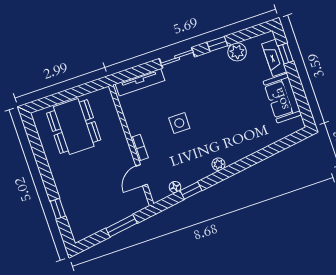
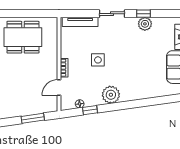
plant: (237, 52) -> (145, 24), moved
dining table: (74, 127) -> (23, 37), turned 90
plant: (218, 164) -> (111, 95), width x1.87, depth x1.87

